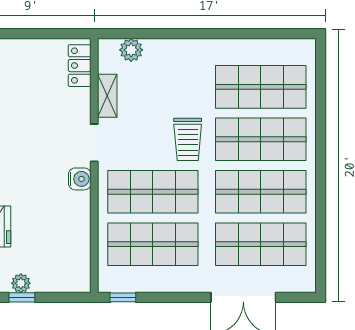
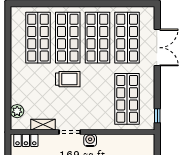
shop shelf: (153, 192) -> (97, 99), removed

